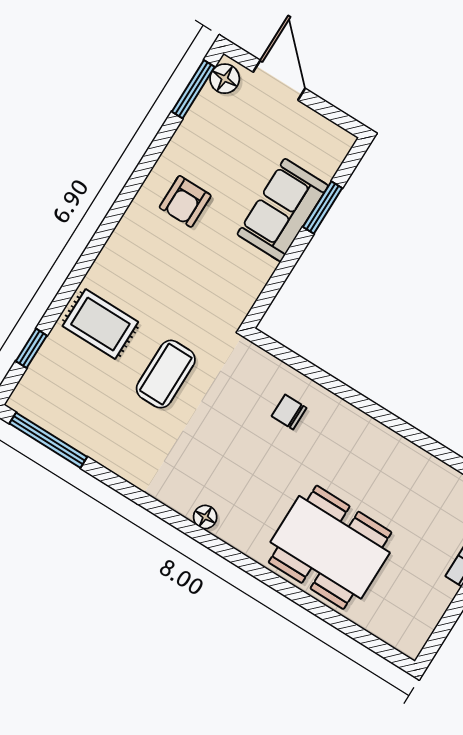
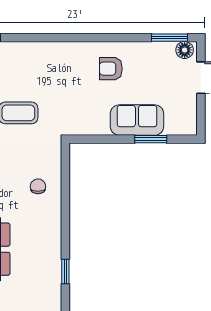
rug: (100, 324) -> (23, 65), removed
window: (436, 449) -> (65, 271), added

